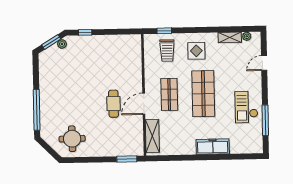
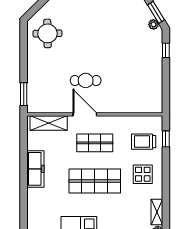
freezer: (213, 147) -> (35, 169), moved

